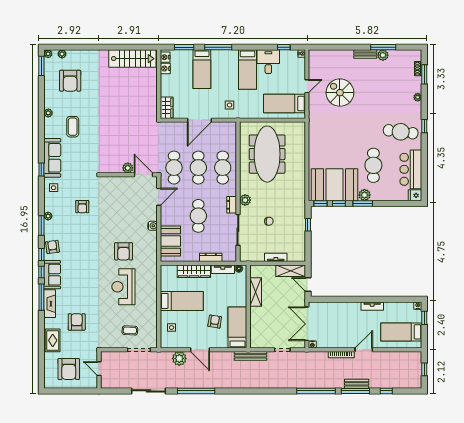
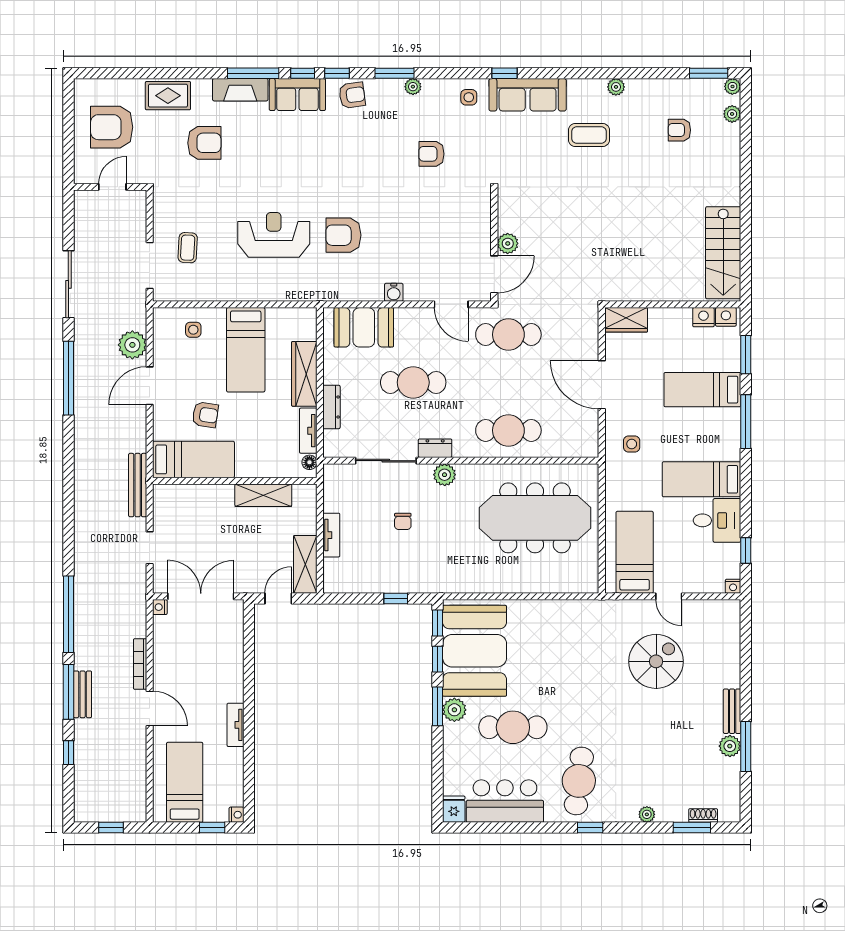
armchair: (70, 81) -> (679, 130), width x0.53, depth x0.53
cafe table: (198, 168) -> (508, 382), removed

